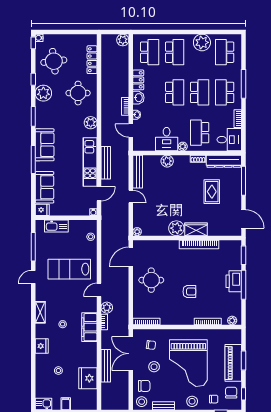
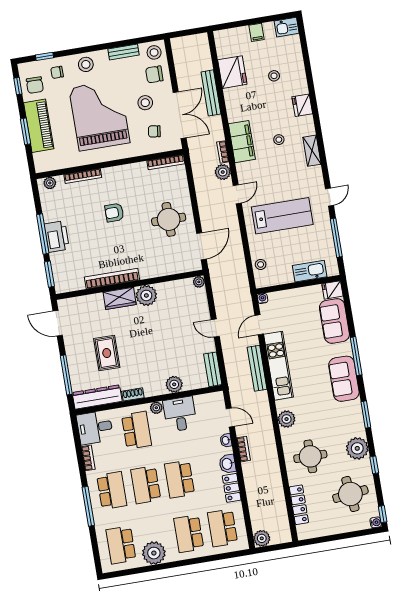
school desk: (225, 52) -> (121, 545), turned 180
bench: (138, 172) -> (213, 369), width x0.73

